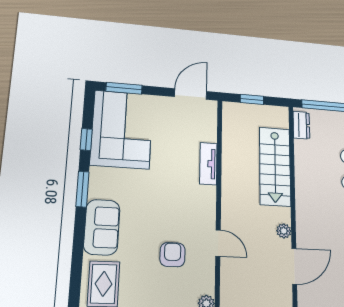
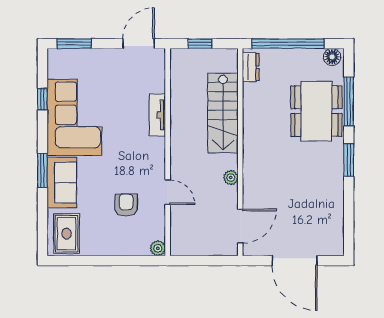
corner sofa: (122, 129) -> (74, 117), moved
window: (82, 189) -> (42, 170), moved
door: (294, 266) -> (240, 226), moved

